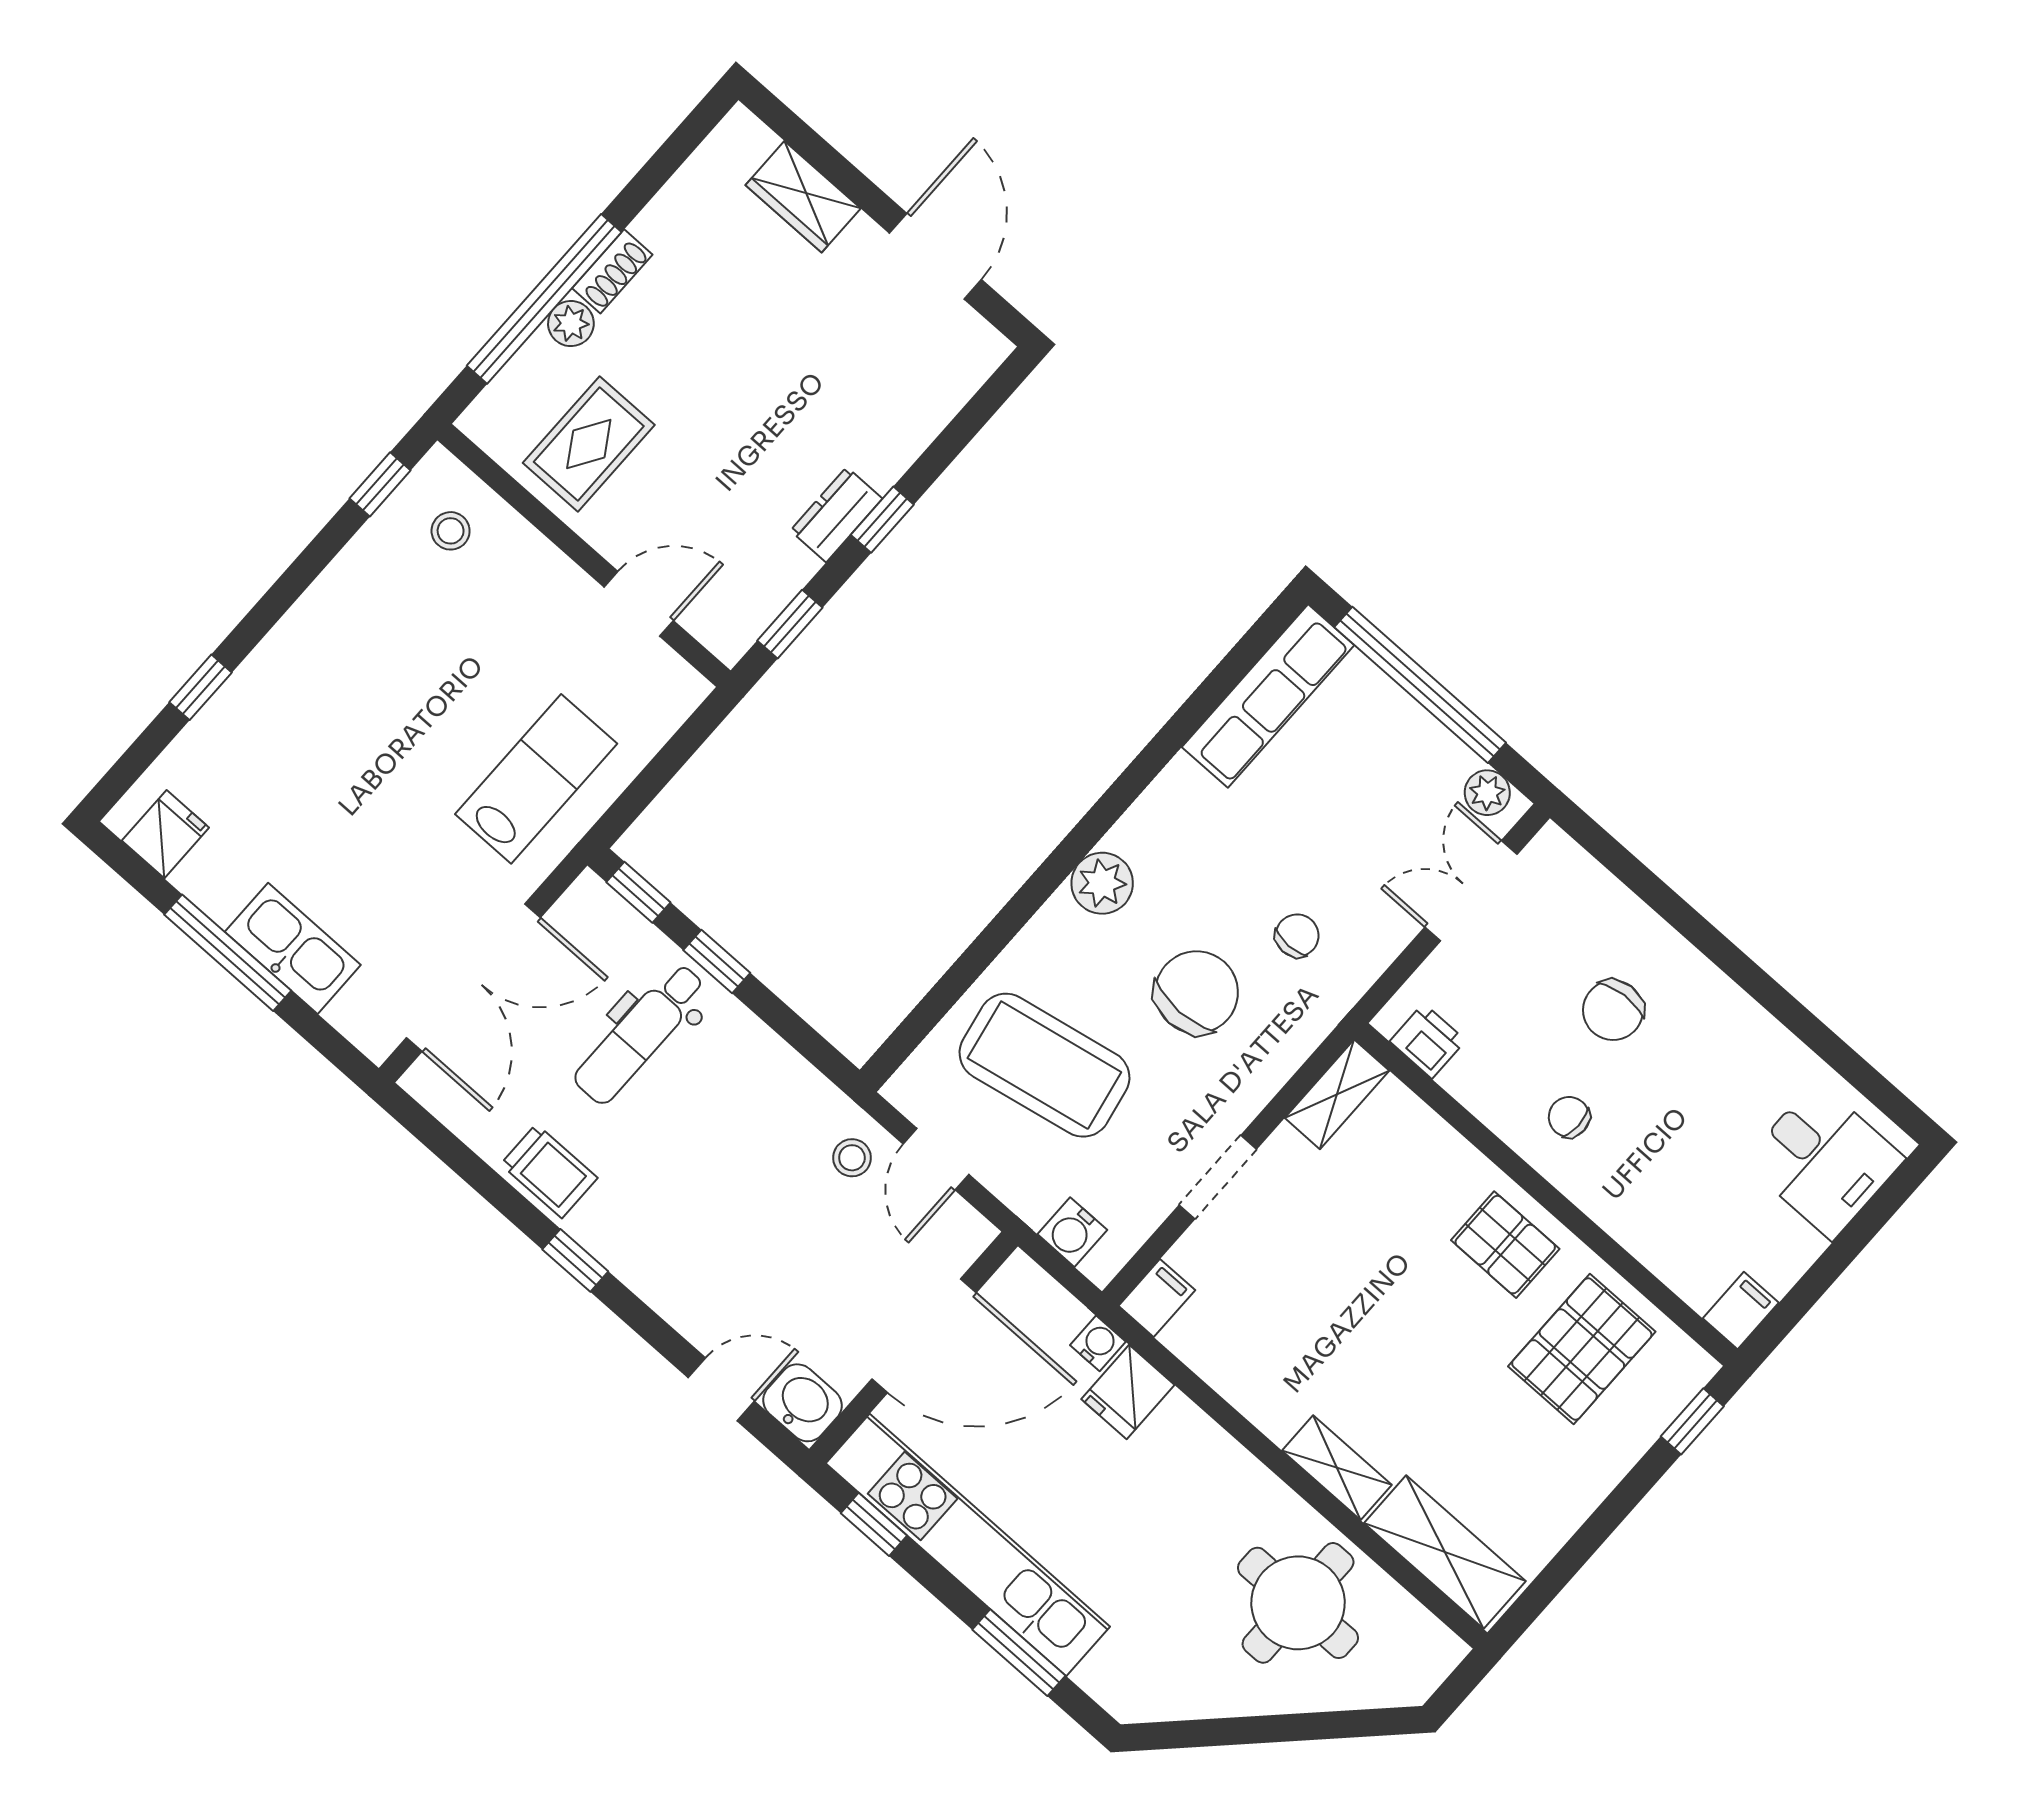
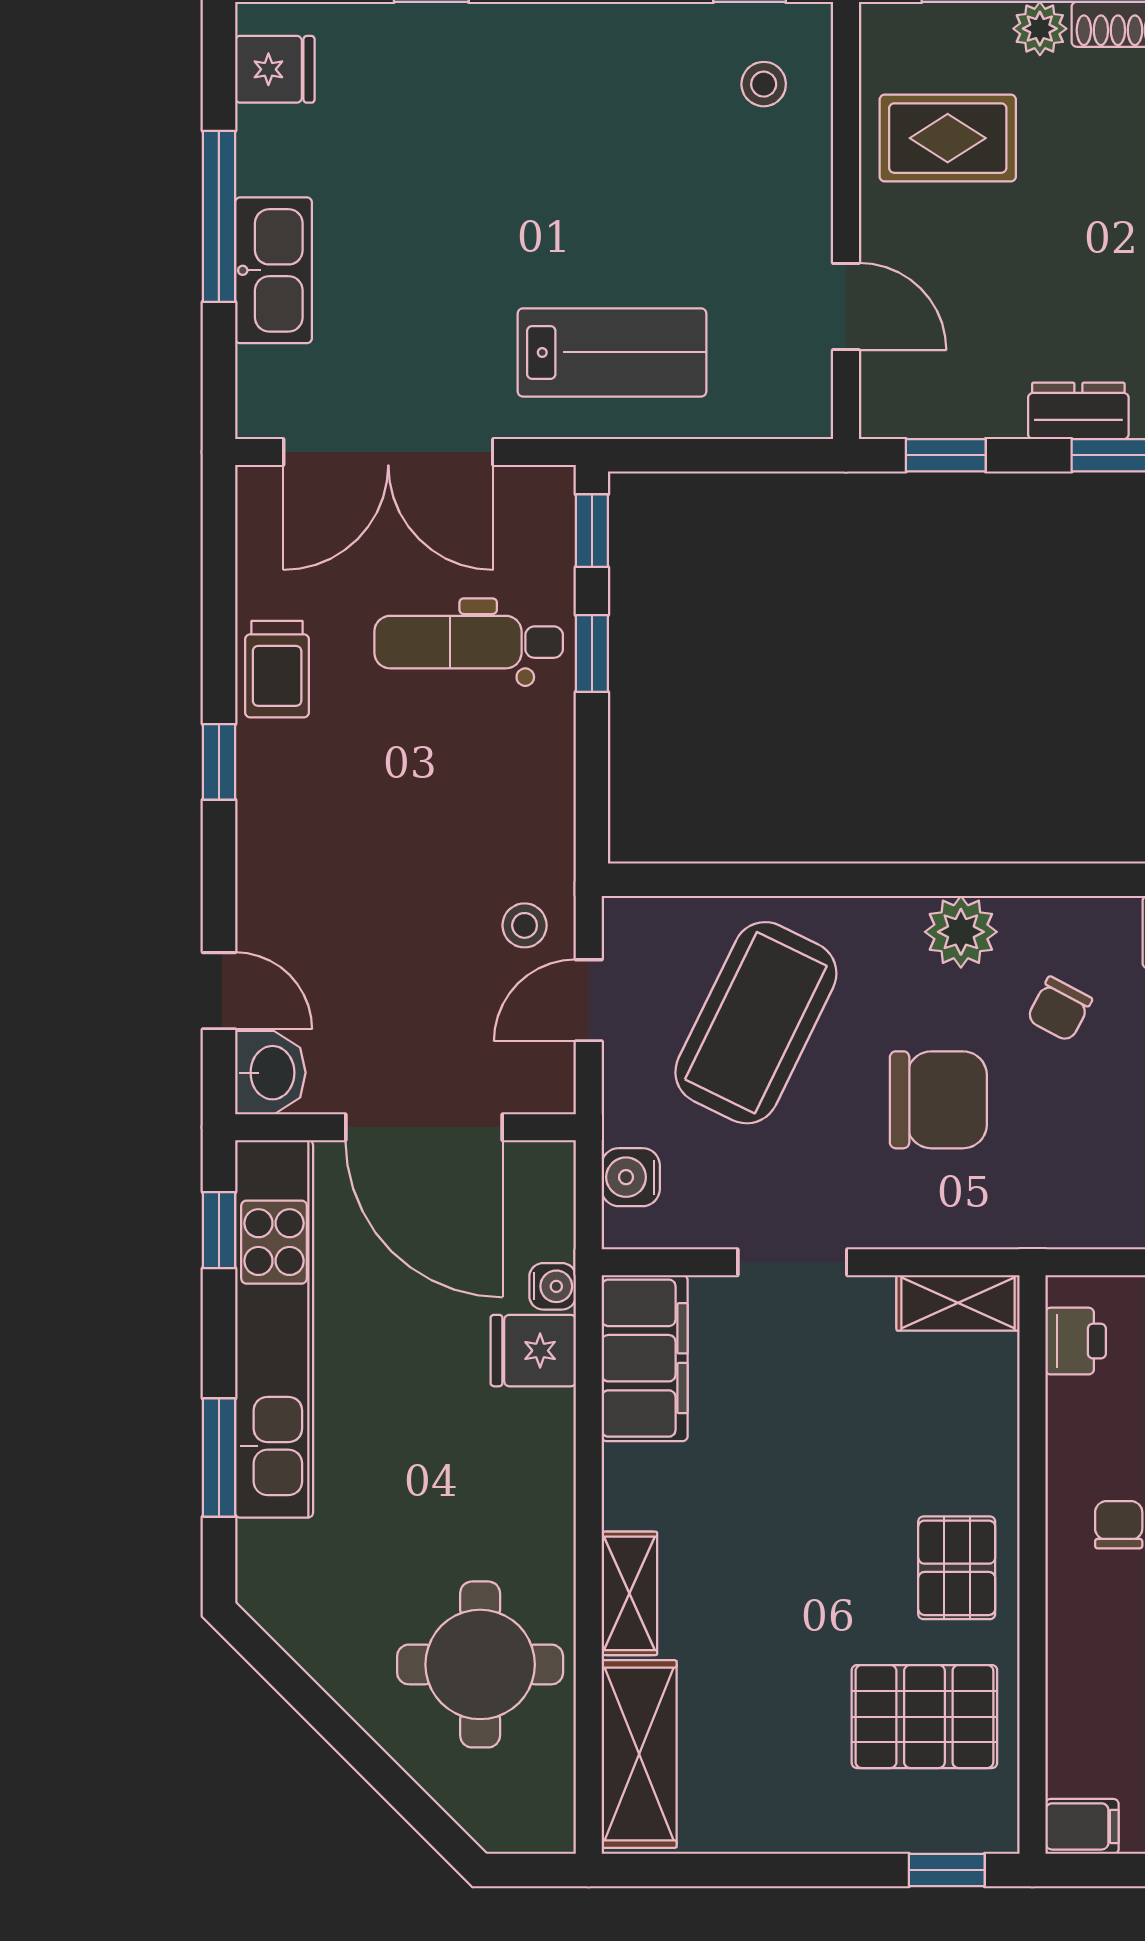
chair: (1297, 936) -> (1059, 1009), moved, turned 118
coffee table: (1044, 1065) -> (756, 1023), turned 37
filing cabinet: (1157, 1298) -> (645, 1358), width x3.00, depth x1.17

